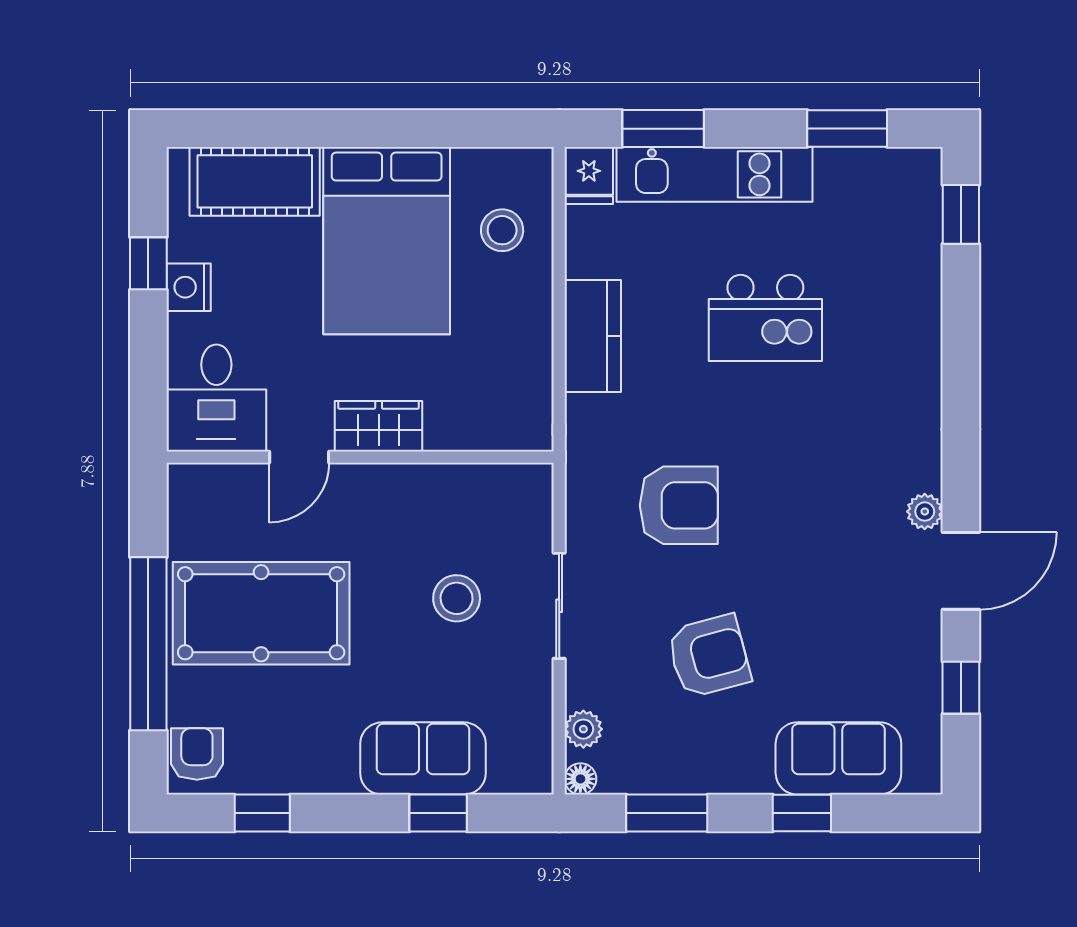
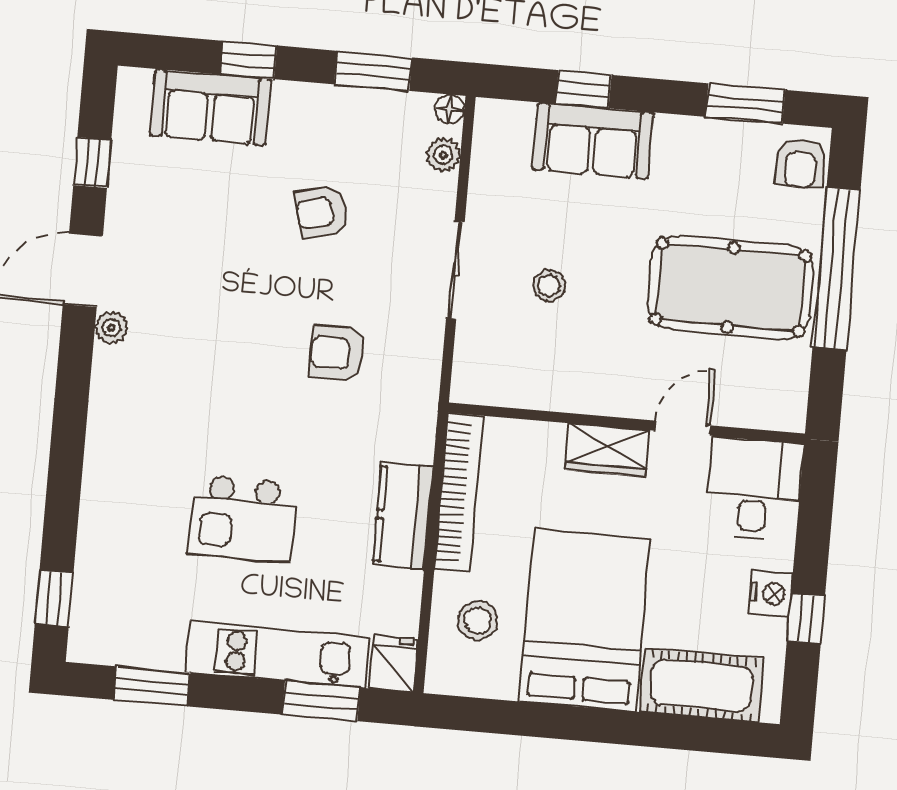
kitchen island: (765, 318) -> (242, 519), turned 180
bookcase: (534, 366) -> (459, 493), added
armchair: (679, 505) -> (337, 353), width x0.72, depth x0.72
stool: (457, 598) -> (549, 285), width x0.73, depth x0.73
armchair: (709, 656) -> (322, 212), width x0.72, depth x0.72
window: (262, 813) -> (745, 103), width x1.50

